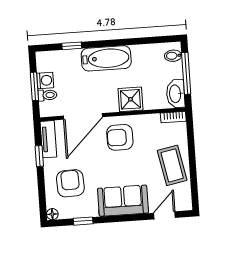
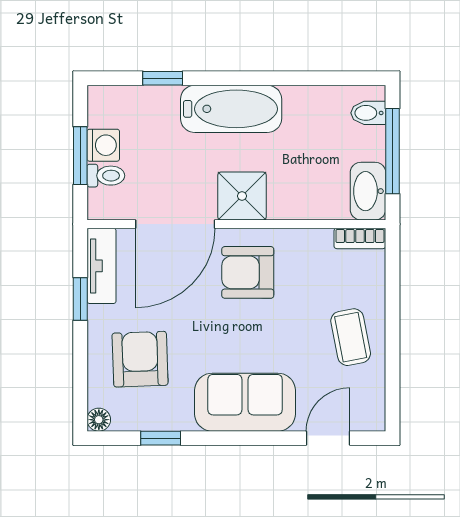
shower: (130, 99) -> (242, 196), moved
coffee table: (172, 165) -> (351, 337), width x0.73, depth x0.77

